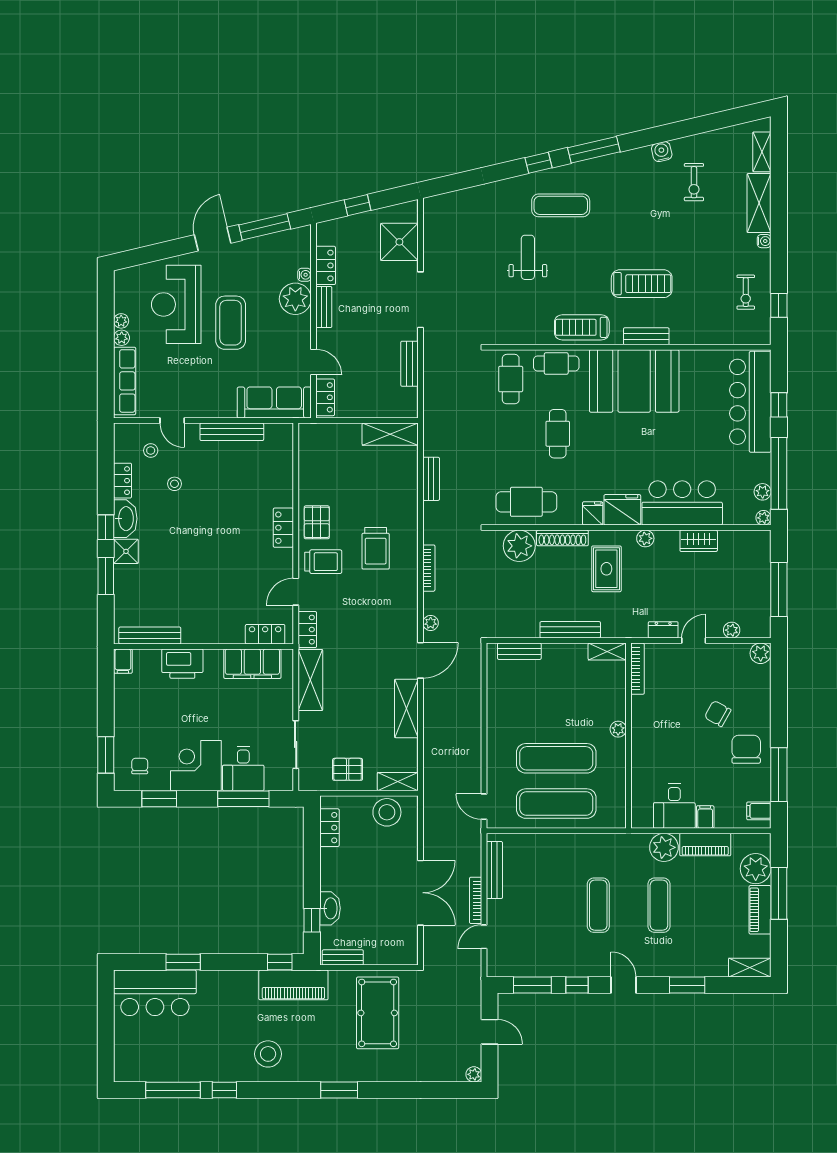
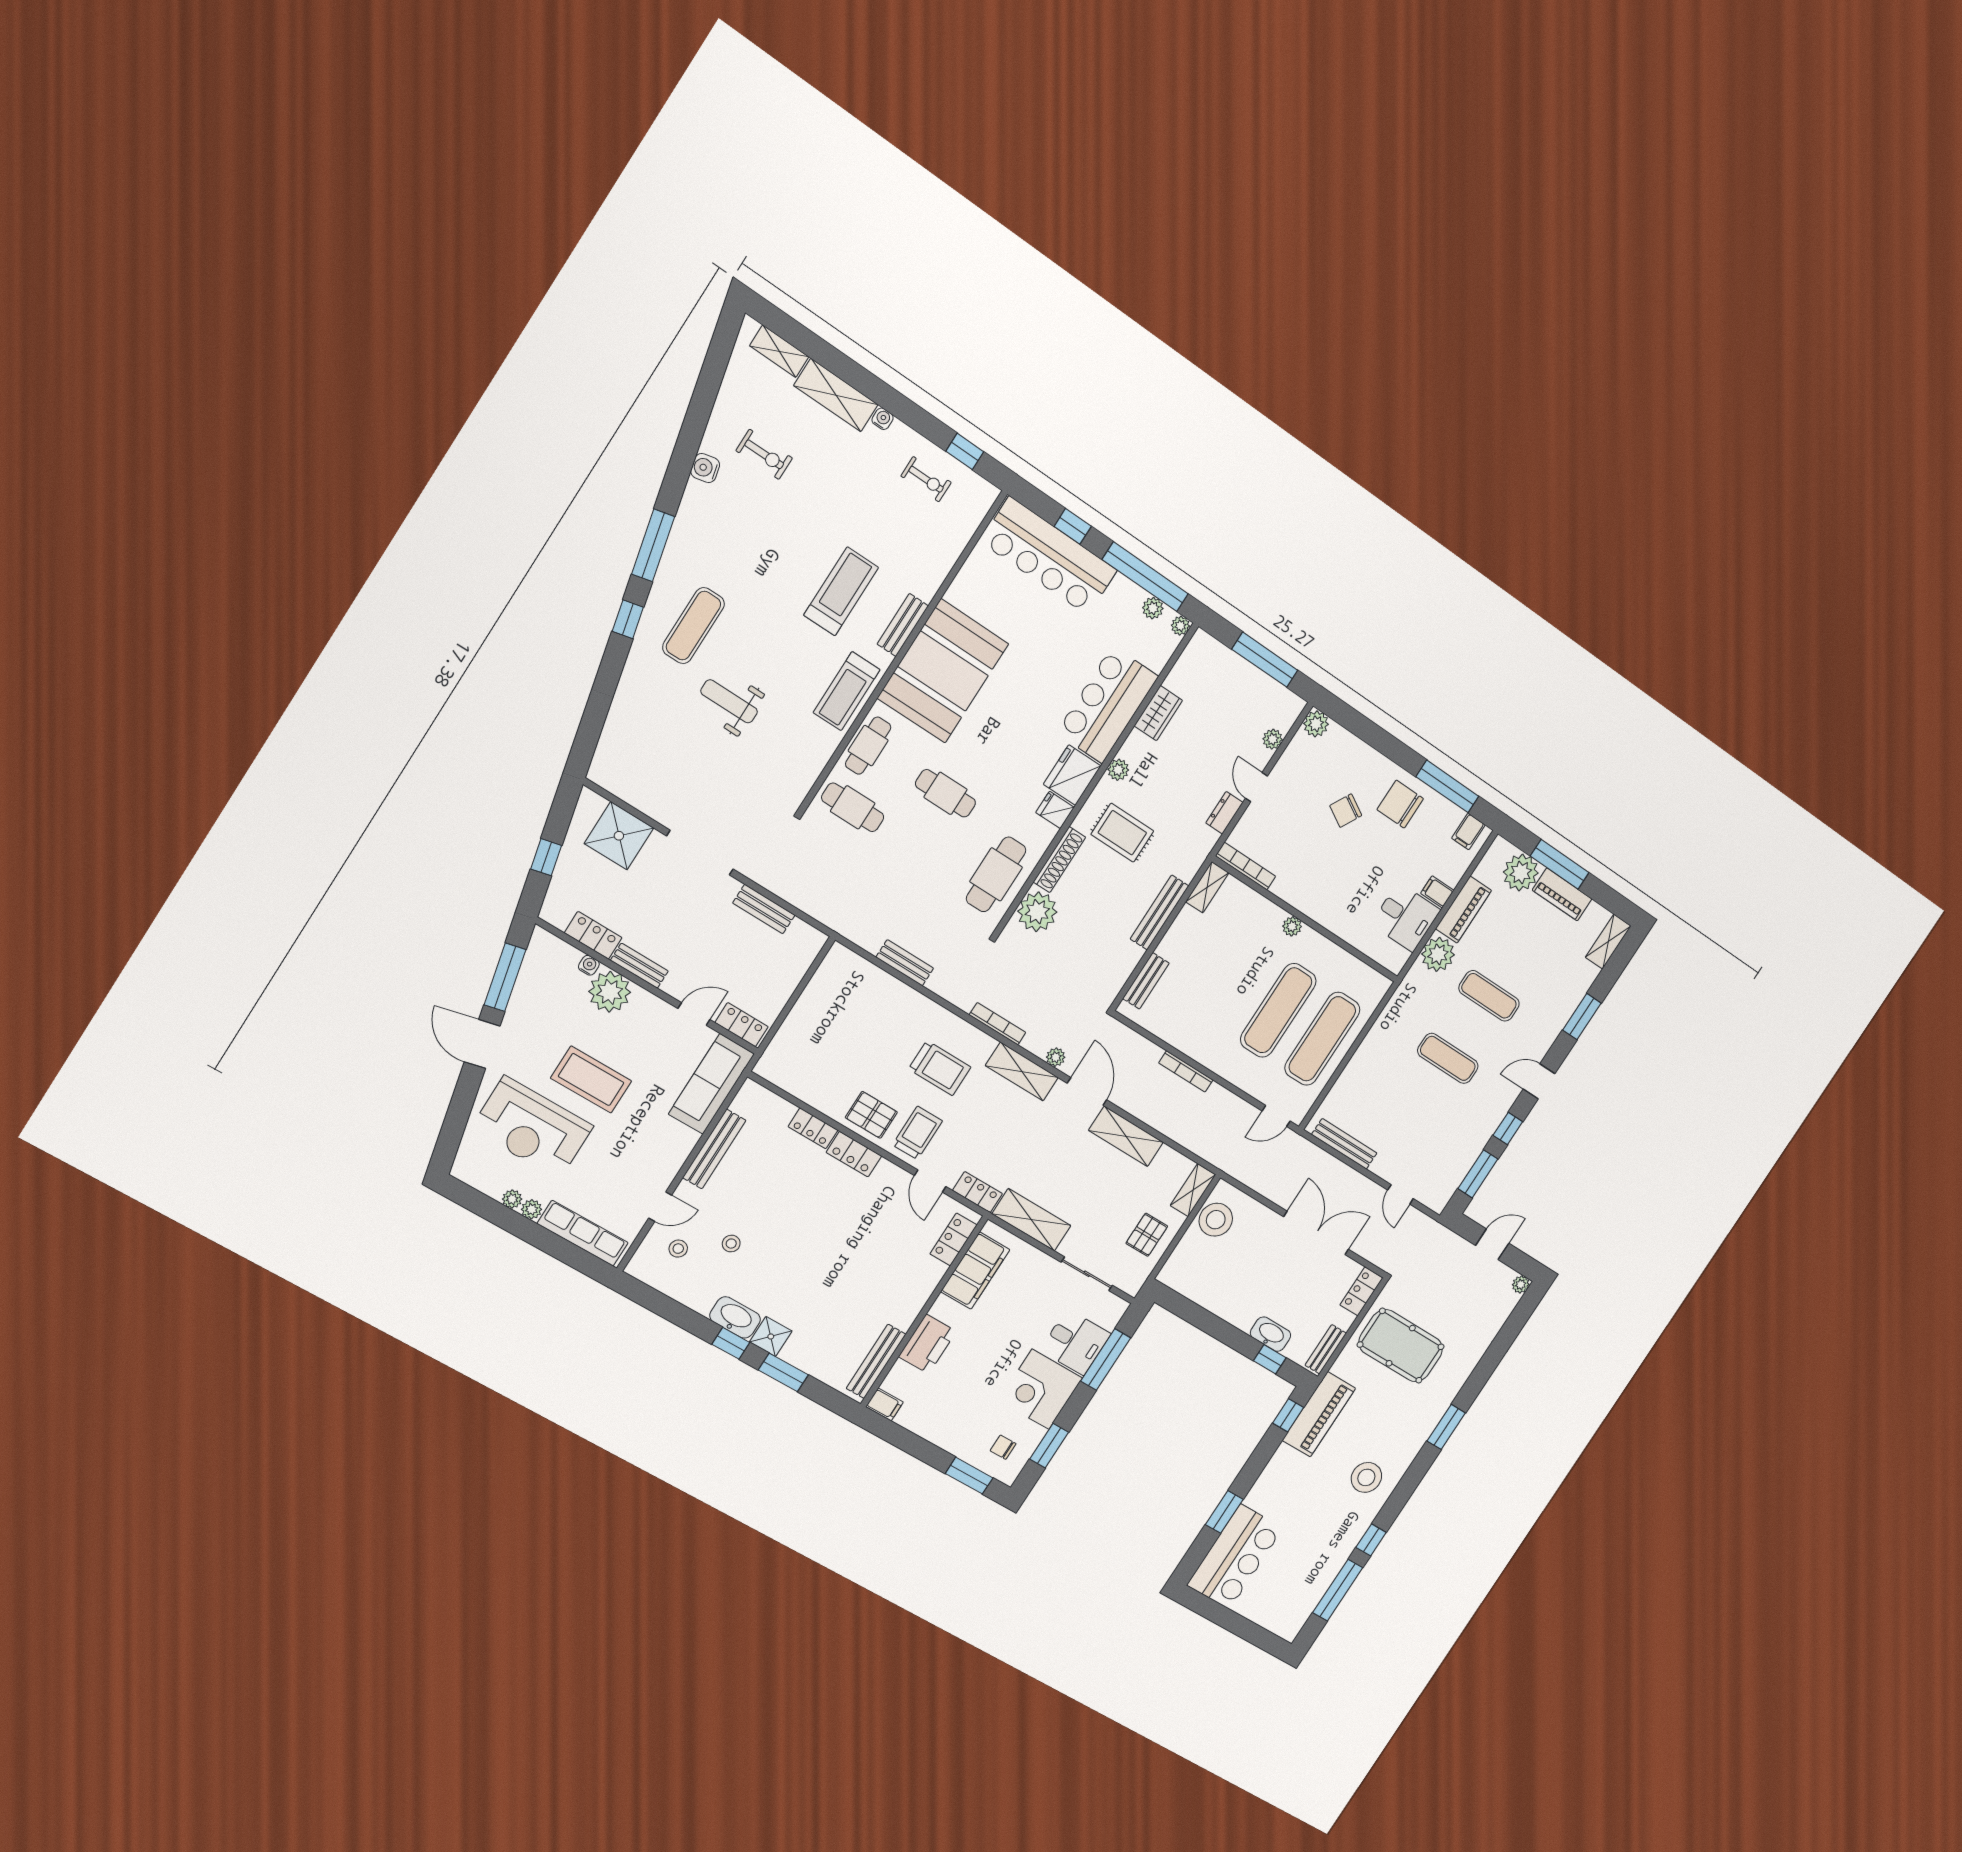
shelving: (390, 434) -> (1022, 1072), moved, turned 90
locker: (123, 481) -> (813, 1128), moved, turned 180
locker: (329, 828) -> (1361, 1291), moved, turned -90
bookcase: (476, 900) -> (1186, 1071), moved

